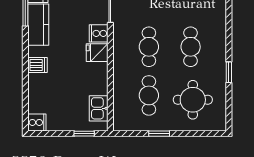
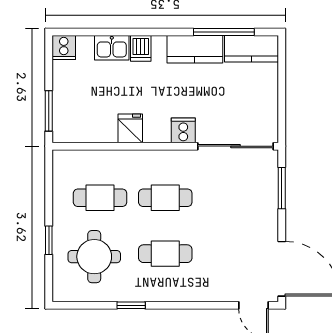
fridge: (97, 53) -> (130, 128), moved
kitchen sink: (99, 108) -> (112, 48), moved, turned 180
window: (84, 134) -> (49, 111), width x1.50
window: (159, 134) -> (49, 240), moved

